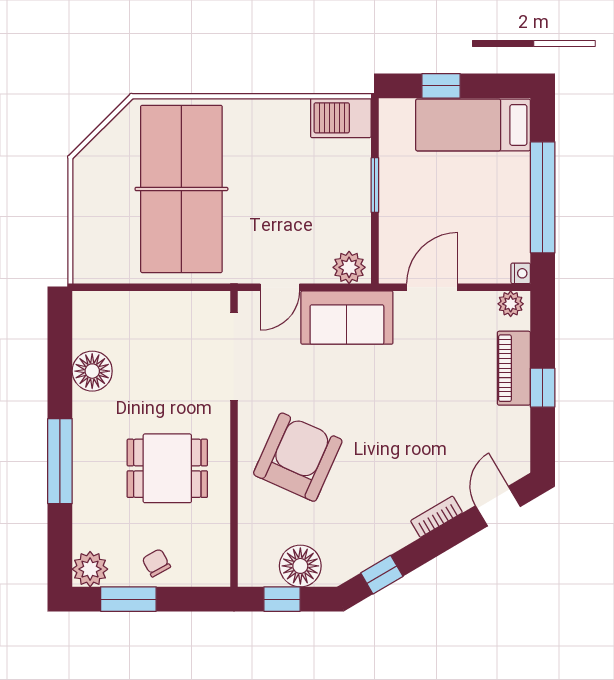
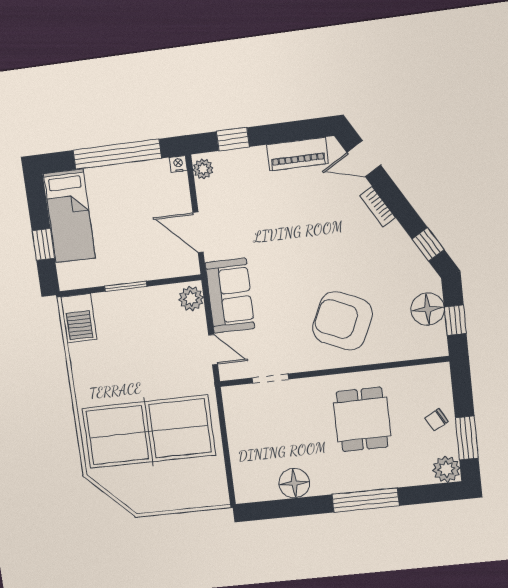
doorway: (234, 356) -> (270, 378), width x0.53
piano: (514, 368) -> (297, 154), moved
window: (543, 388) -> (233, 139), moved

